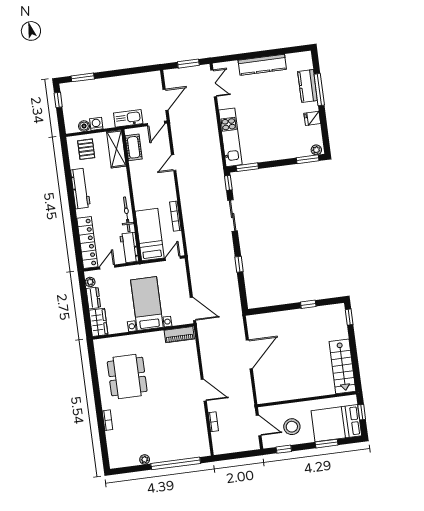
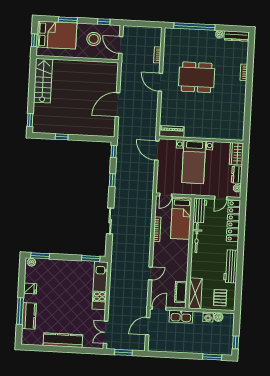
window: (228, 183) -> (114, 151), moved
dining table: (127, 376) -> (197, 77), moved, turned 90
dresser: (124, 461) -> (236, 36), added

